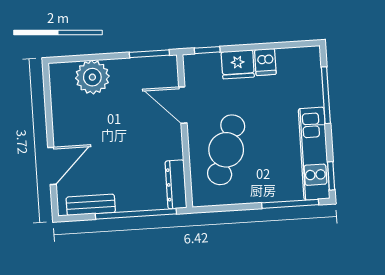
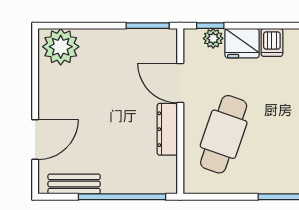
plant: (211, 62) -> (213, 38), added
plant: (92, 77) -> (61, 47), moved
dresser: (176, 184) -> (167, 129), moved

